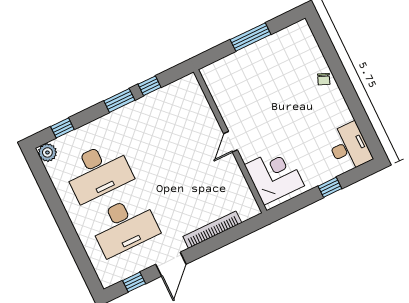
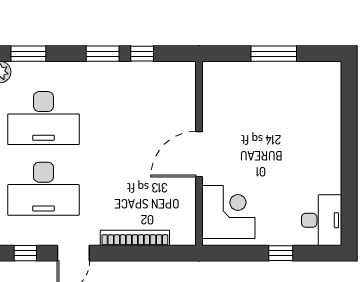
chair: (324, 79) -> (330, 136), removed
window: (62, 128) -> (28, 54), width x1.50
door: (230, 142) -> (199, 154), width x1.87

